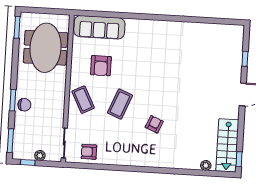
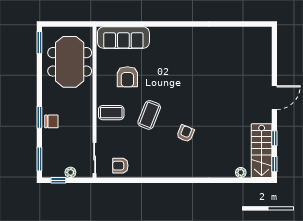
window: (245, 59) -> (274, 138), moved
coffee table: (83, 100) -> (111, 113), turned -63

